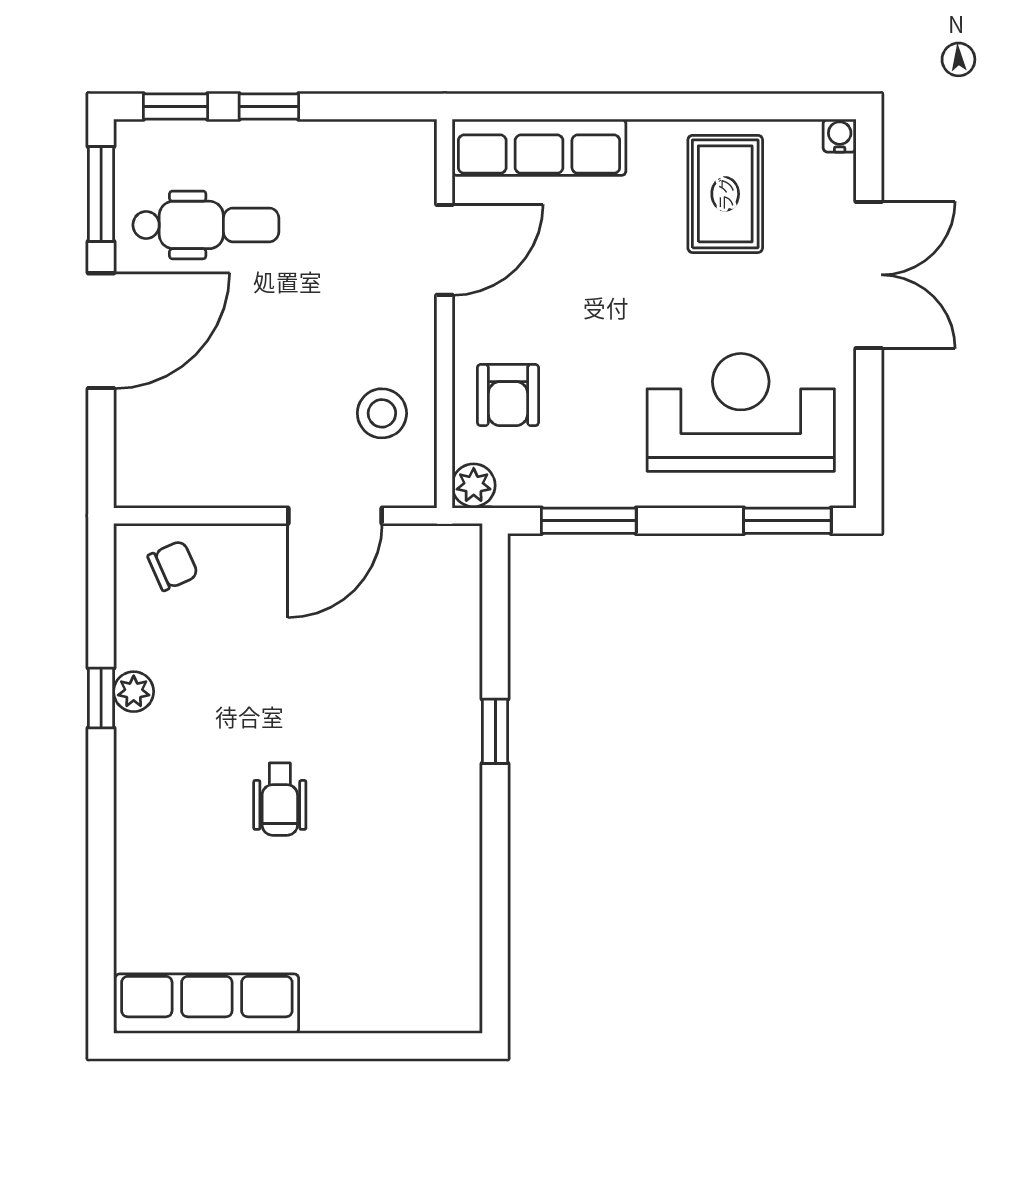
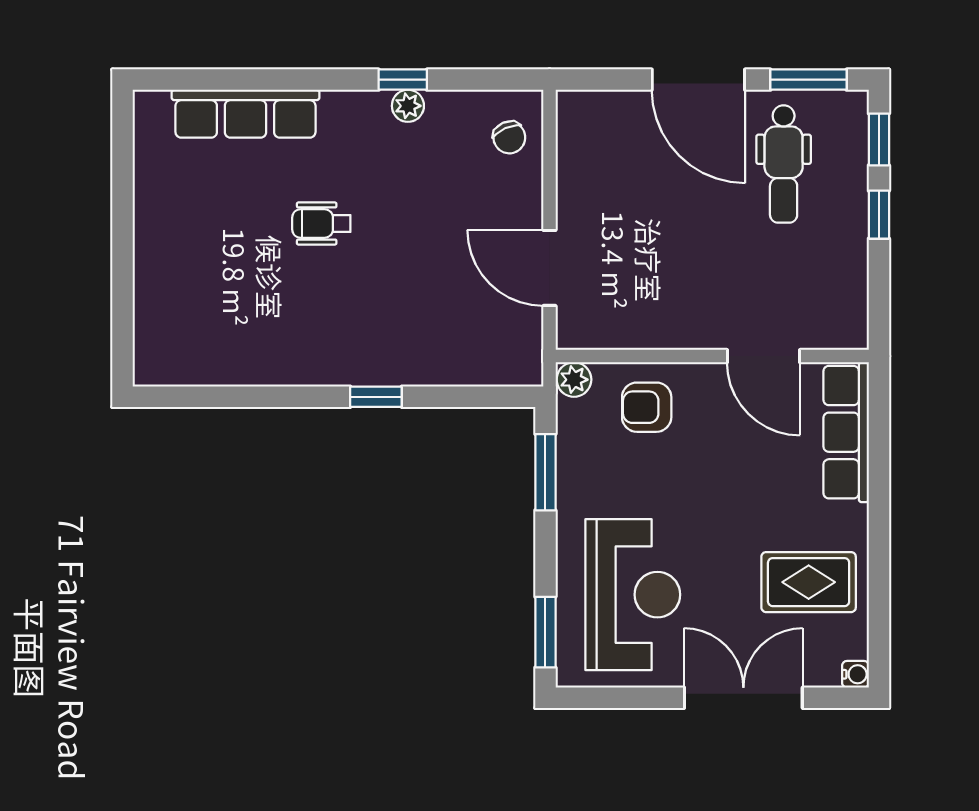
double door: (869, 275) -> (743, 698), swing flipped
stool: (382, 413) -> (632, 306), removed
row of seats: (207, 1004) -> (245, 114), moved, turned 90

